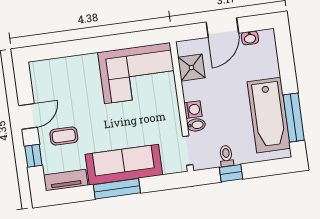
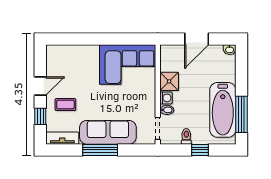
washbasin: (250, 38) -> (230, 50), moved
shower: (191, 68) -> (169, 81), moved
window: (231, 173) -> (200, 150), moved

